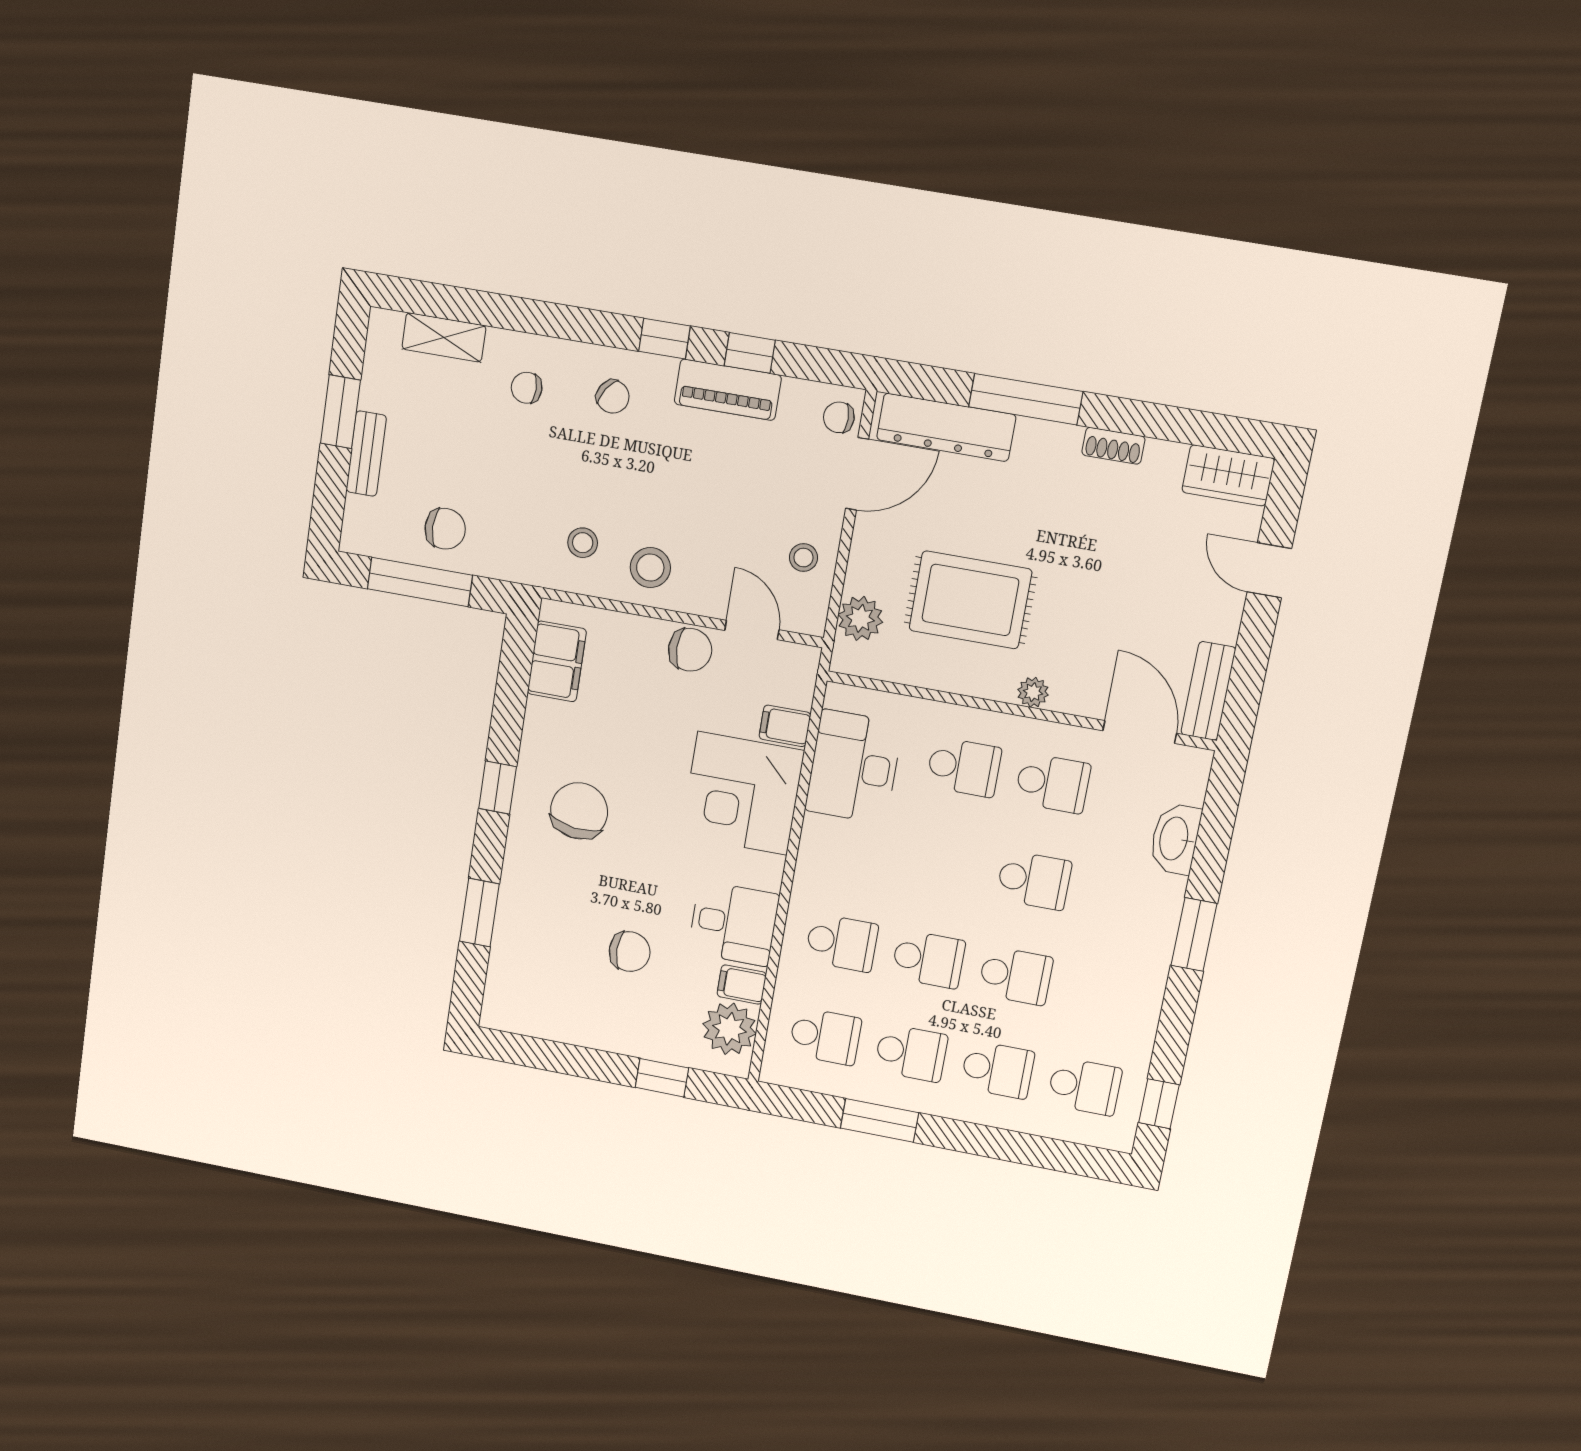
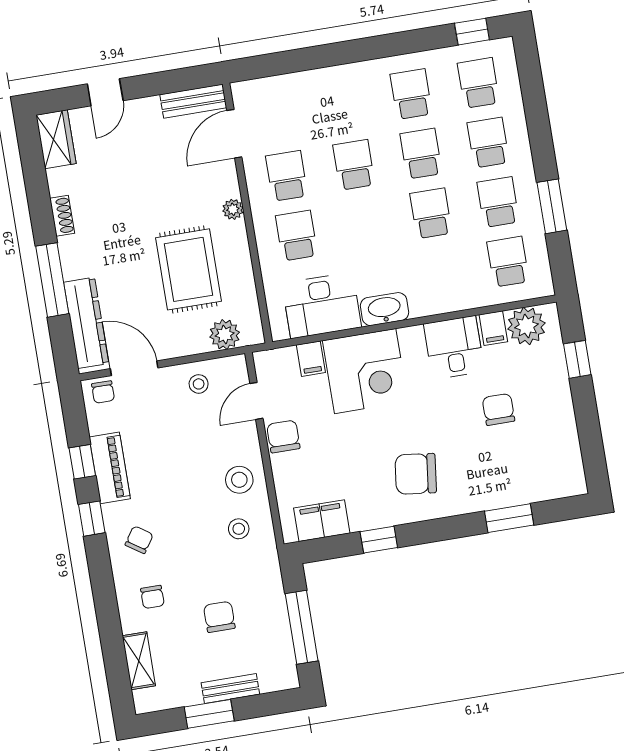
chair: (445, 529) -> (219, 617), moved
window: (498, 788) -> (379, 540), moved
washbasin: (1175, 839) -> (385, 309), moved, turned 180
window: (1194, 935) -> (352, 51), removed
school desk: (842, 943) -> (411, 94), moved

